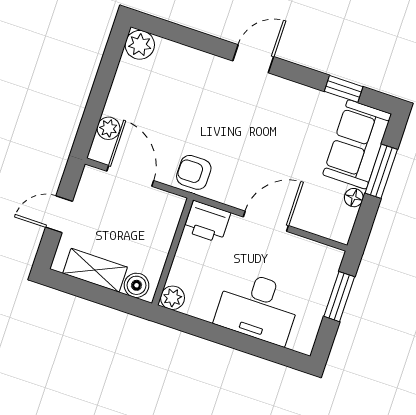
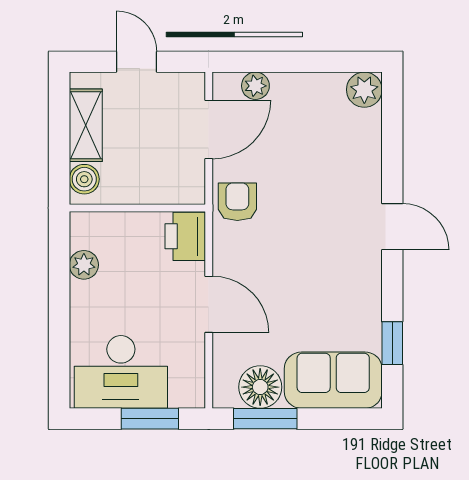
window: (381, 171) -> (265, 419), moved
floor lamp: (354, 198) -> (260, 387), width x1.89, depth x1.89
plant: (173, 298) -> (84, 265), moved
desk: (258, 307) -> (121, 372), moved, turned -90

